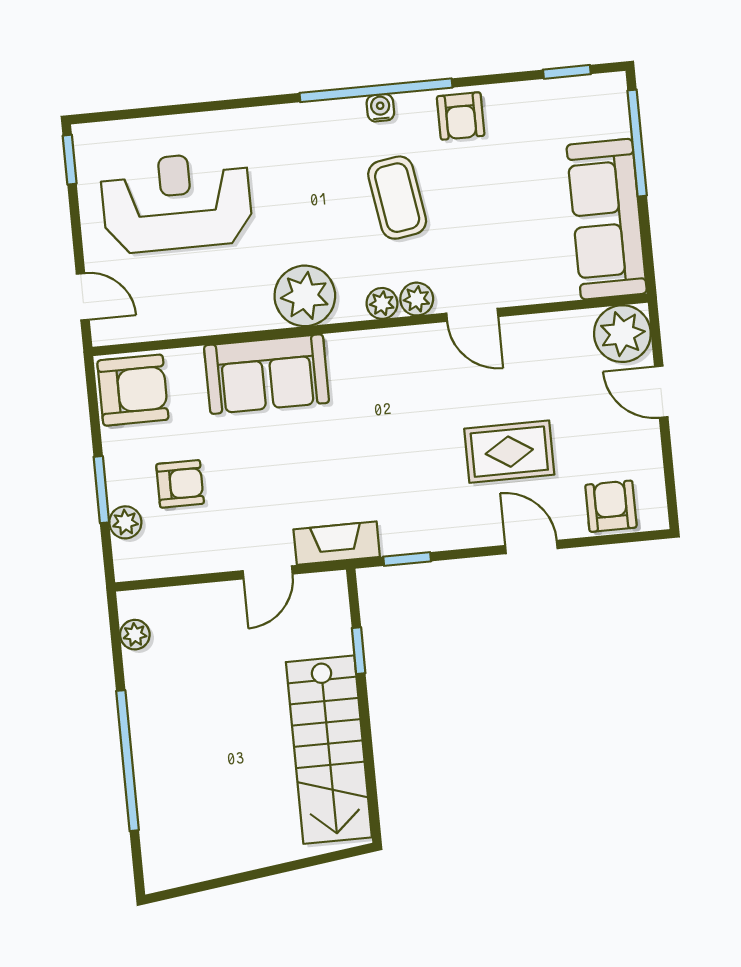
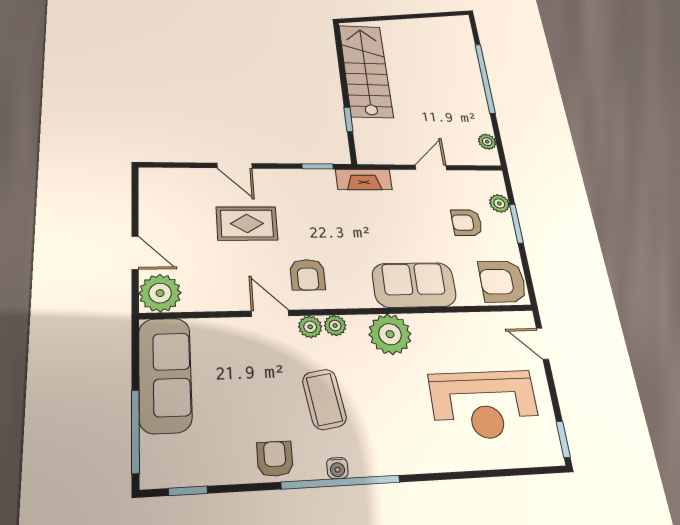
armchair: (611, 506) -> (308, 275), moved
door: (268, 572) -> (431, 168), moved

